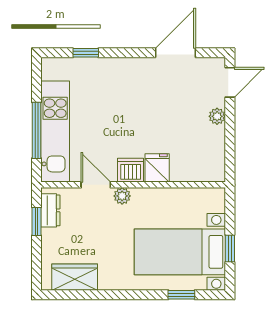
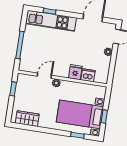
kitchen unit: (55, 131) -> (51, 21), moved, turned 90
dishwasher: (131, 170) -> (88, 75), moved
door: (96, 185) -> (44, 76), hinge flipped
dresser: (50, 210) -> (21, 85), removed

